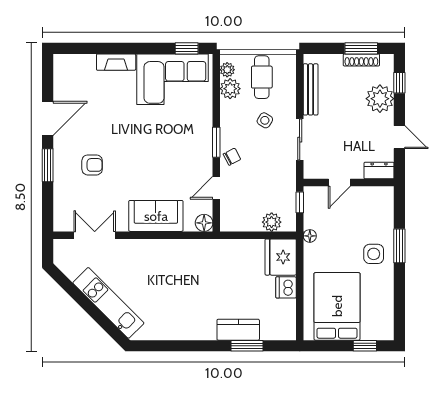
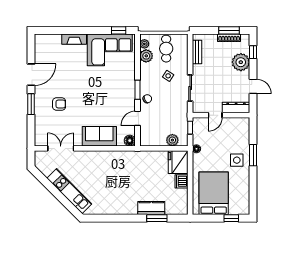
bench: (311, 89) -> (197, 52), width x0.73
dresser: (379, 171) -> (236, 108), width x1.44

